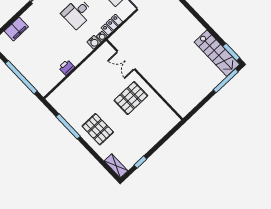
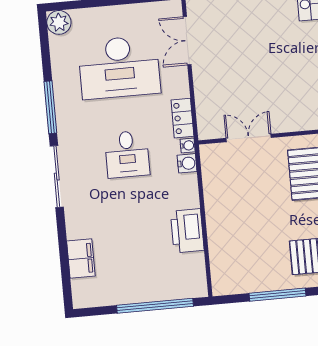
double door: (126, 60) -> (249, 138), swing flipped
printer: (67, 67) -> (187, 231), width x1.87, depth x1.48

